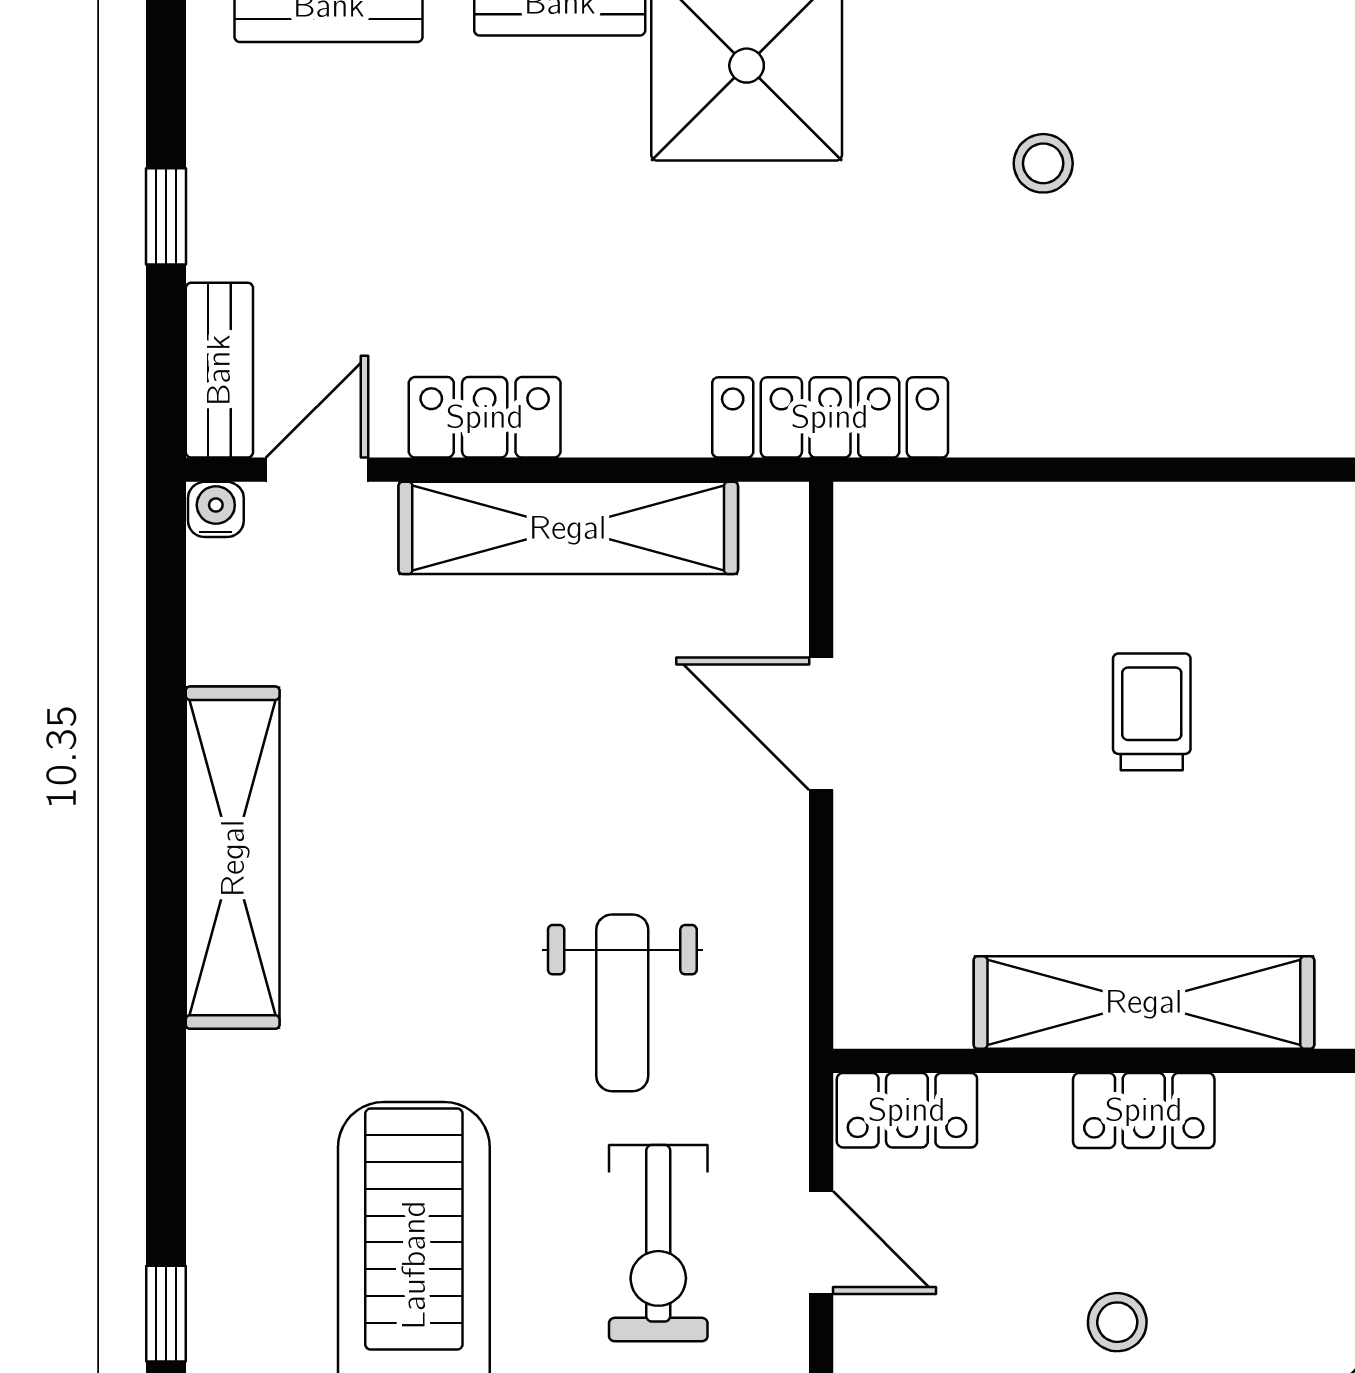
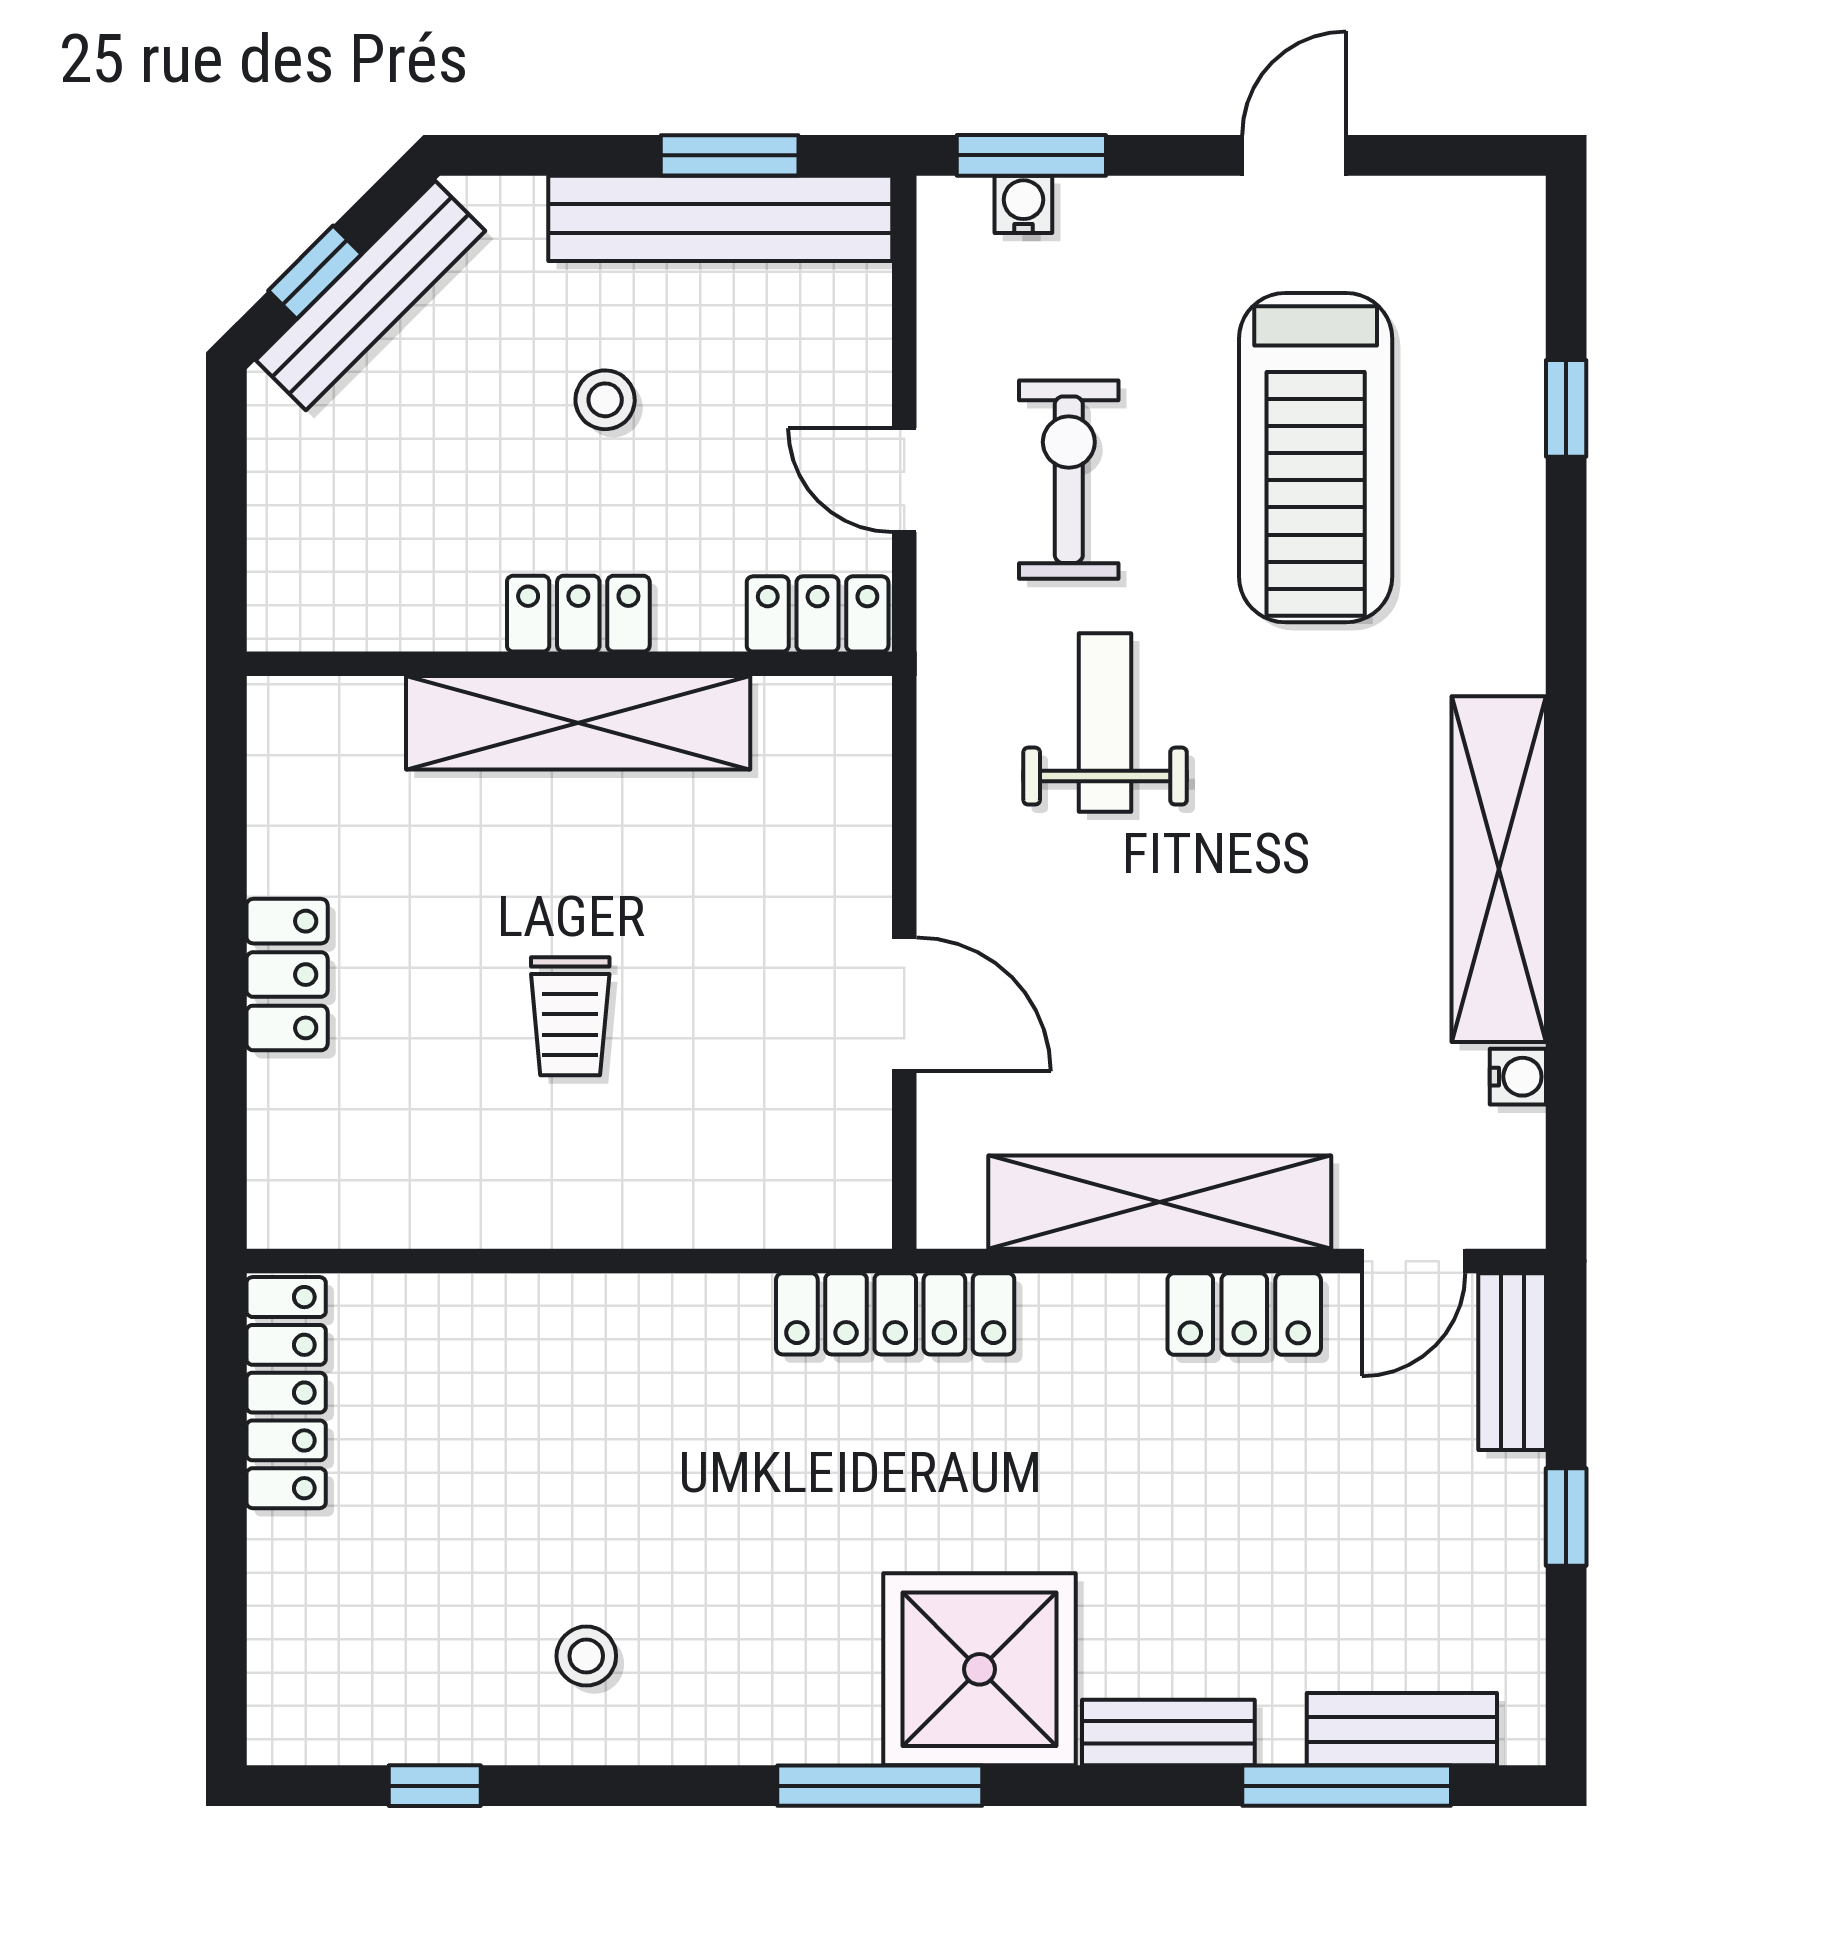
stool: (1043, 163) -> (586, 1656), moved
water cooler: (216, 509) -> (1518, 1077), moved, turned -90

